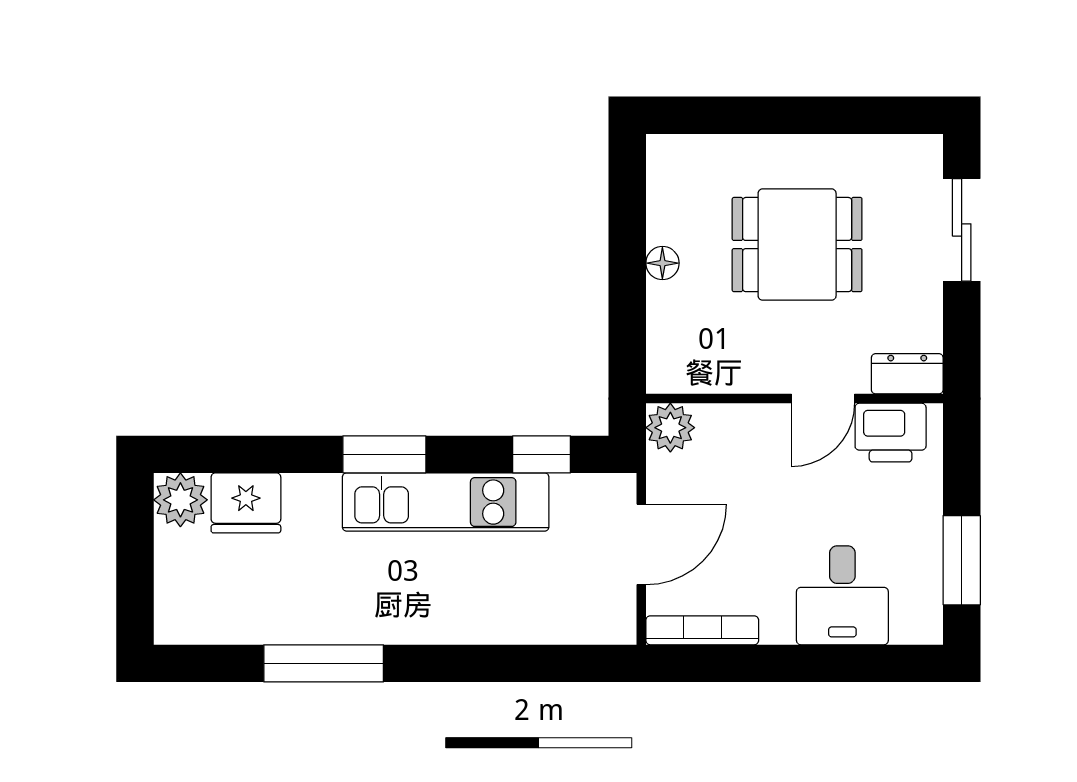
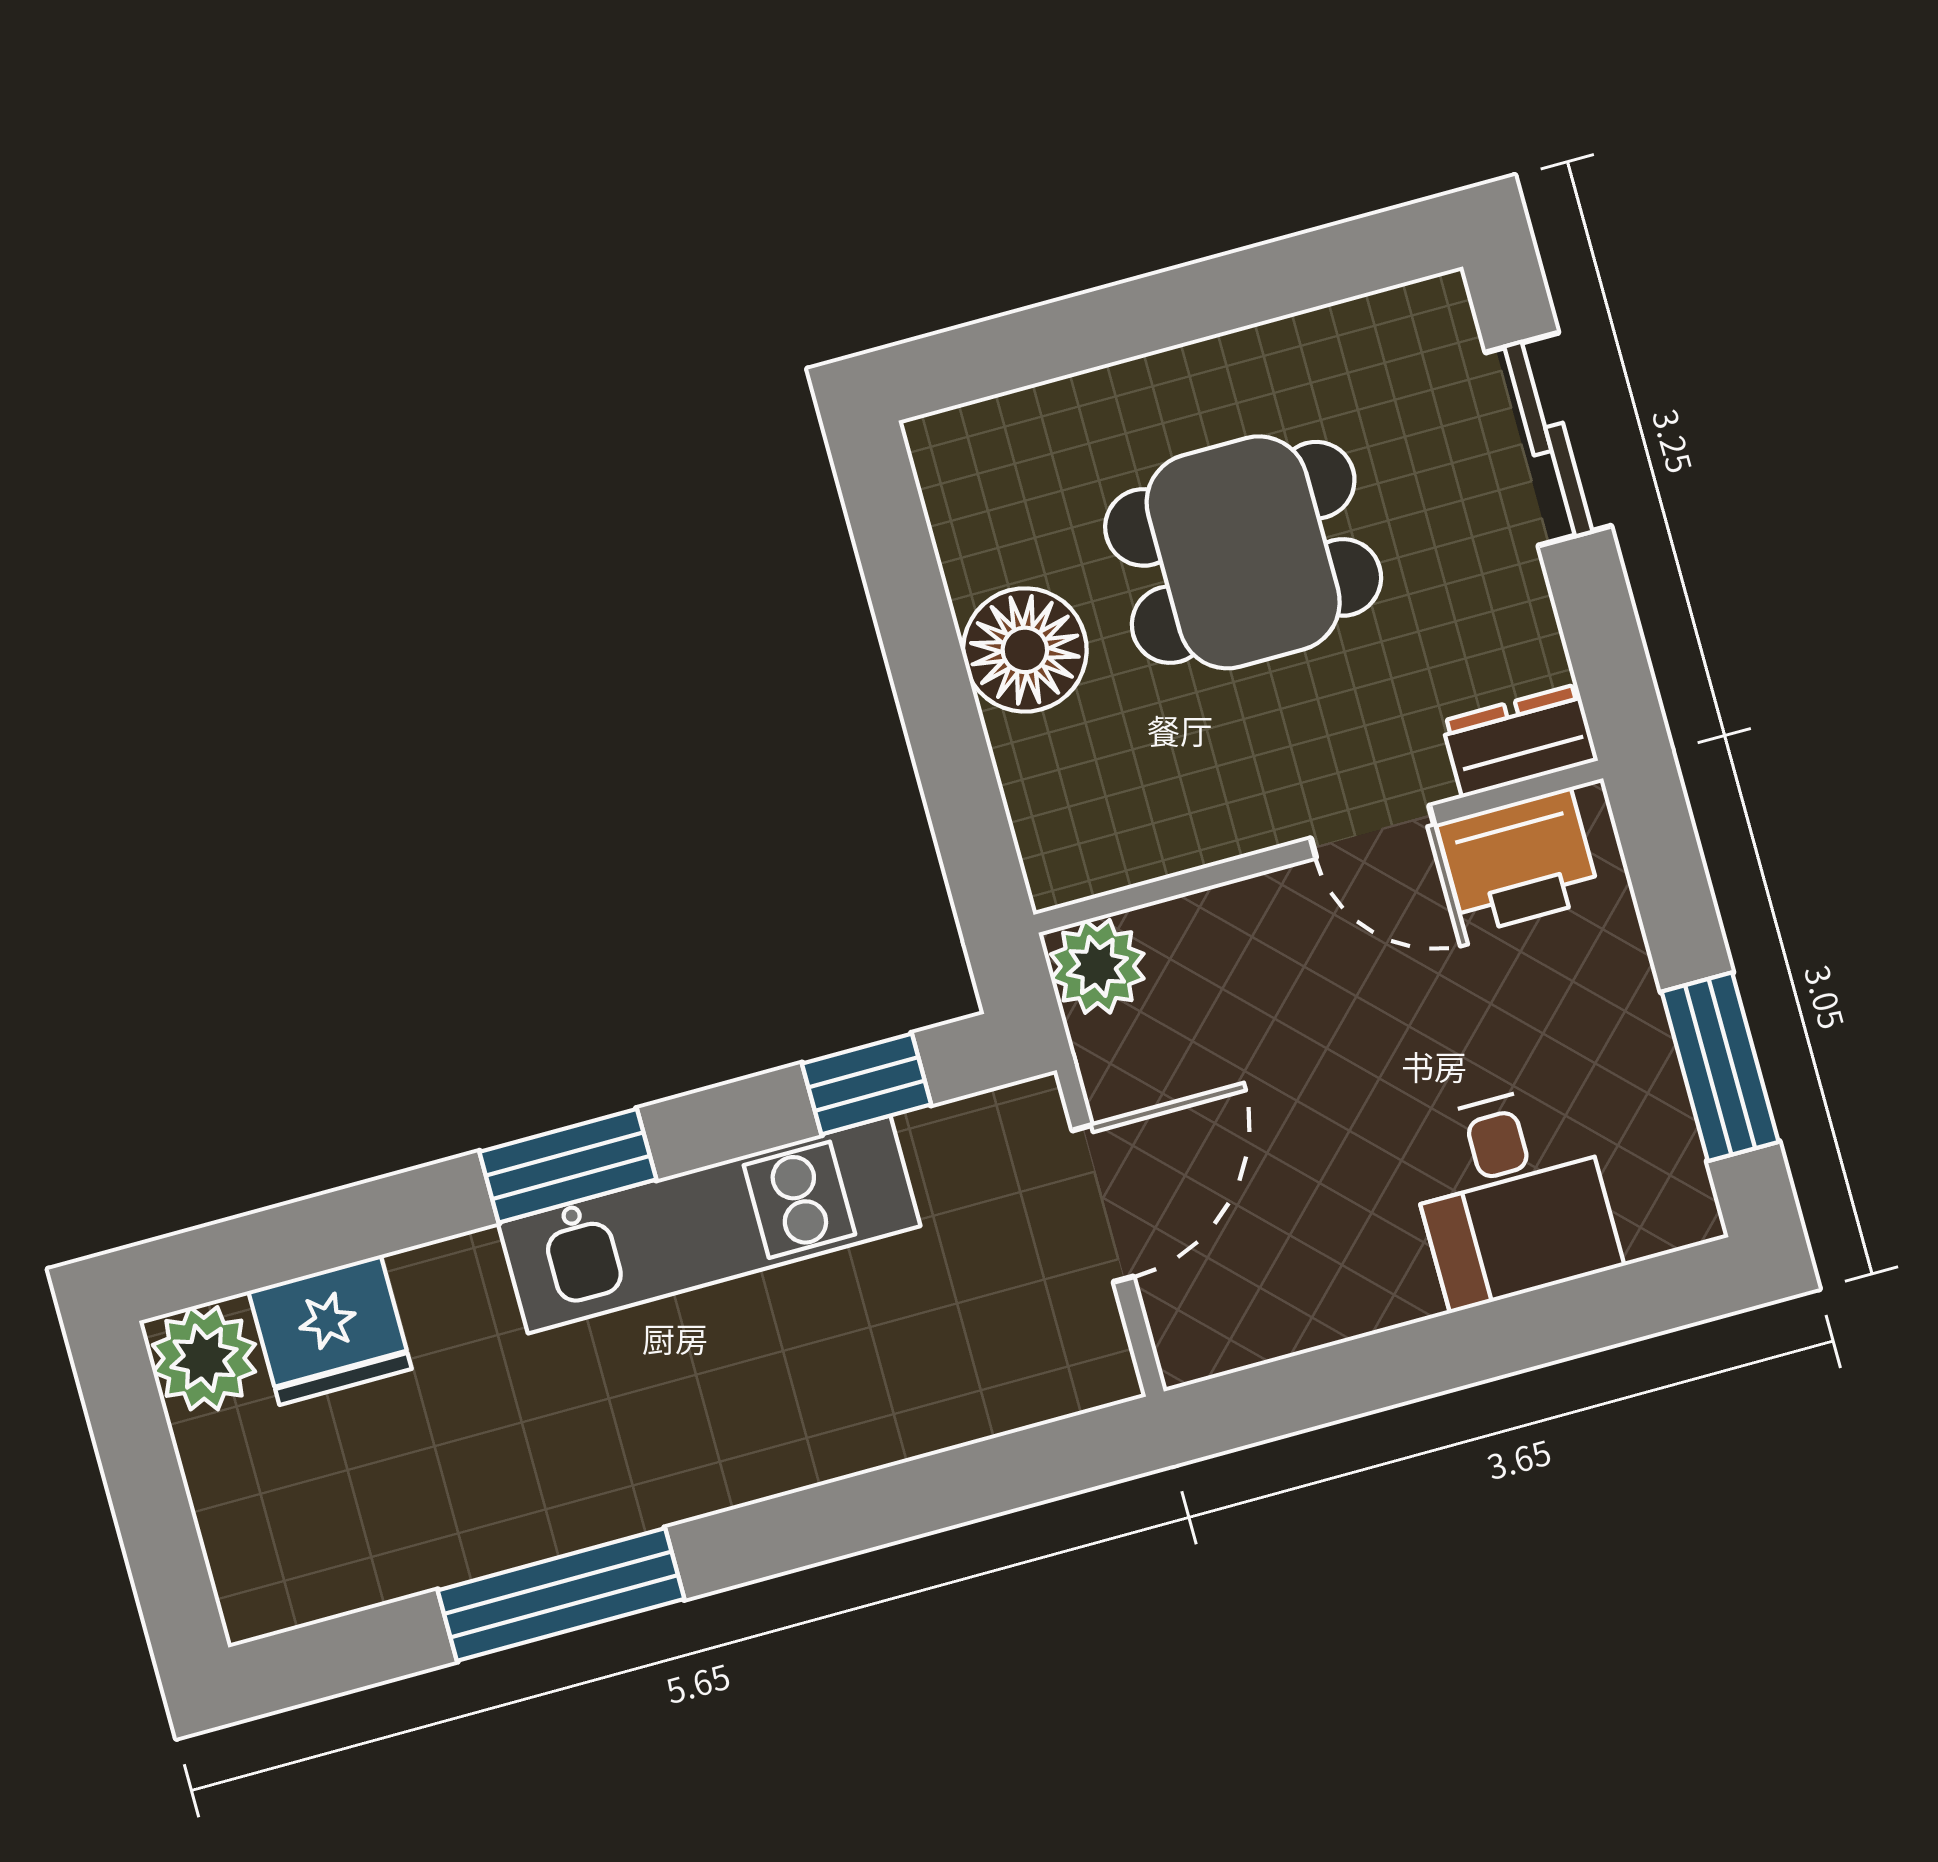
floor lamp: (662, 263) -> (1025, 650), width x1.89, depth x1.89
door: (823, 399) -> (1373, 832), hinge flipped
bookcase: (702, 630) -> (1263, 1335), removed

